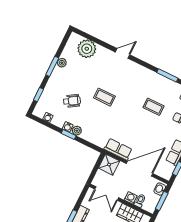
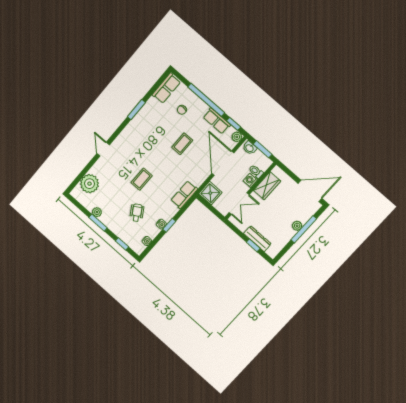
coffee table: (153, 107) -> (182, 144), moved
plant: (77, 131) -> (237, 137), moved
row of seats: (118, 149) -> (184, 195), moved

